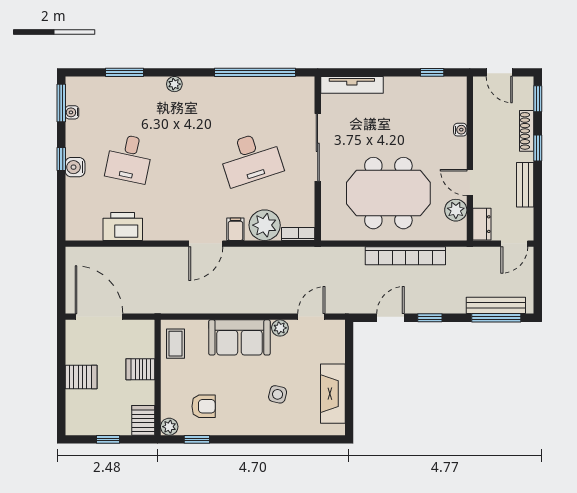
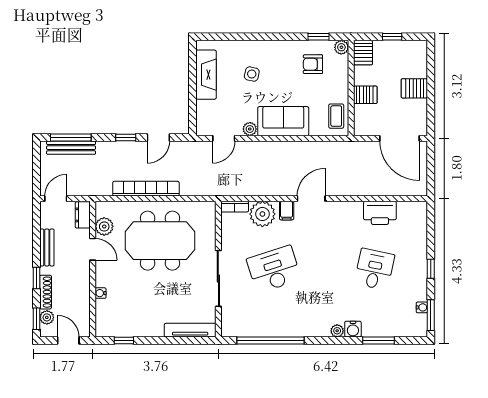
plant: (525, 100) -> (47, 317), added
water cooler: (75, 167) -> (353, 329), moved, turned 90

